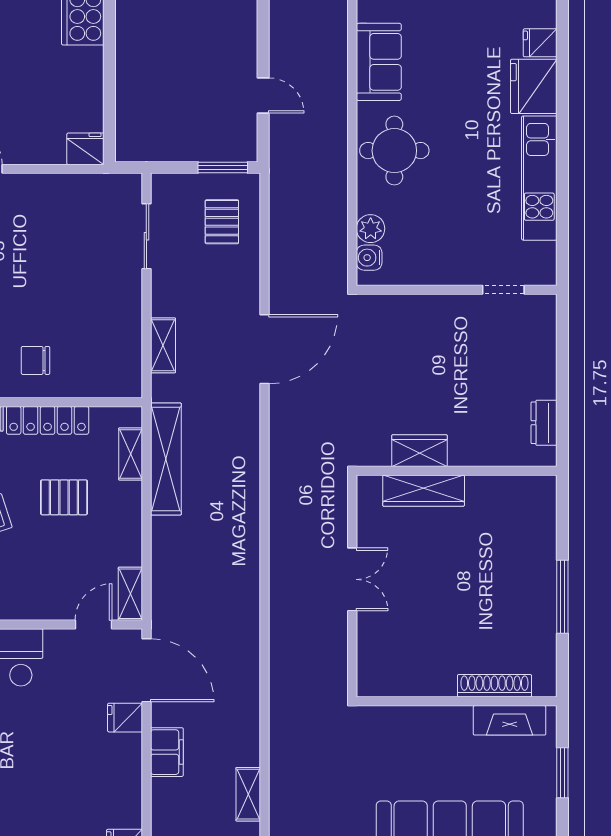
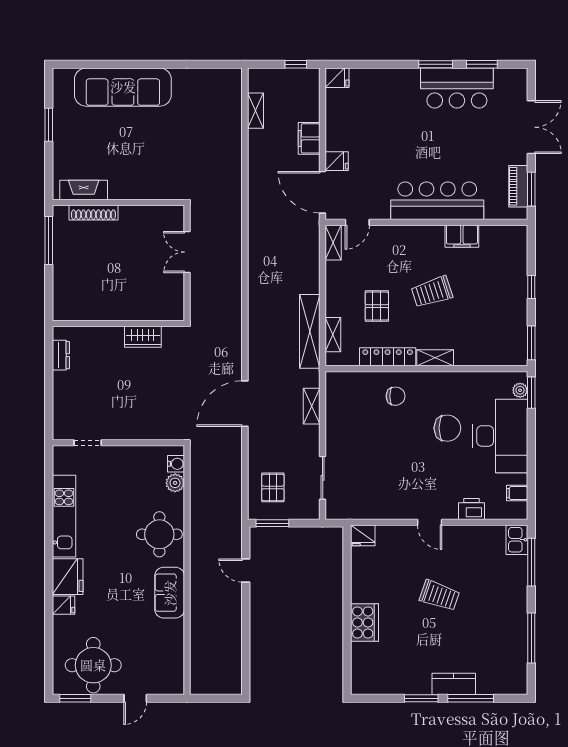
wardrobe: (424, 491) -> (140, 310), removed
pallet: (64, 497) -> (377, 306), turned 90
shoe rack: (494, 686) -> (93, 213), moved
wall: (457, 701) -> (118, 202), moved
fireplace: (510, 720) -> (84, 190), moved

